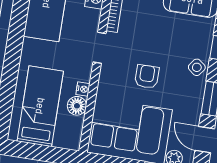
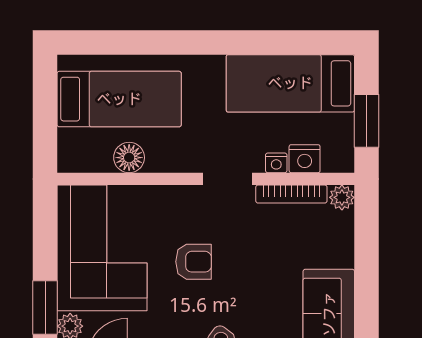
nightstand: (83, 89) -> (276, 163), moved

